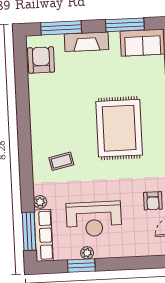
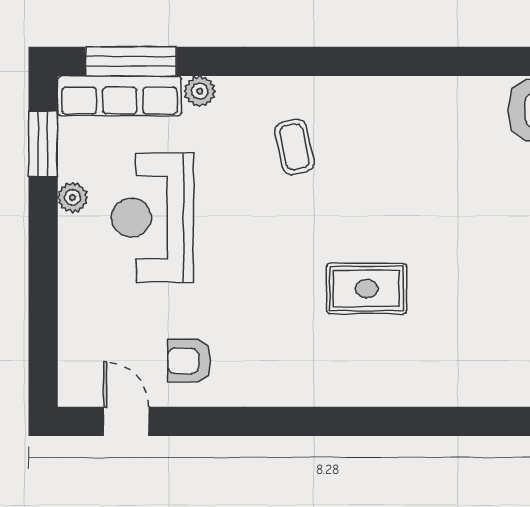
rug: (119, 128) -> (367, 289), width x0.54, depth x0.49
window: (81, 265) -> (43, 144), moved

